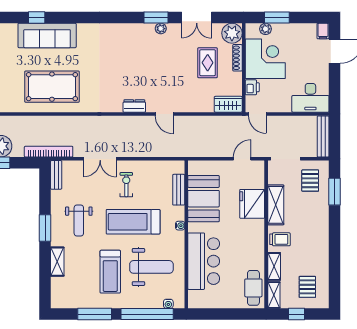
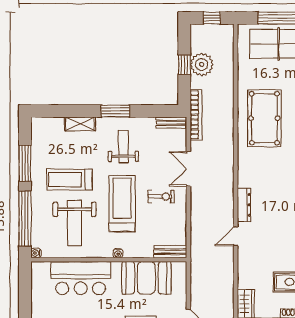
dresser: (134, 106) -> (244, 205), width x1.44
bench: (179, 190) -> (170, 252), moved
weight bench: (79, 220) -> (123, 147), turned 90
water cooler: (168, 304) -> (36, 253), moved

